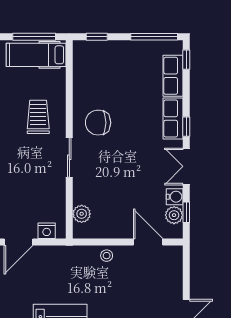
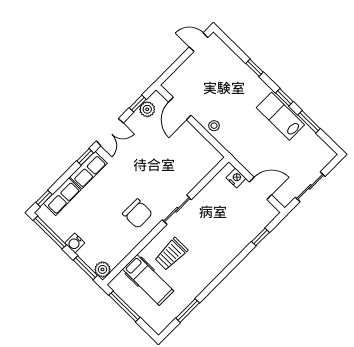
window: (97, 37) -> (85, 268), width x1.50
hospital bed: (36, 55) -> (148, 280), moved
water cooler: (175, 197) -> (75, 243), moved, turned -90
plant: (82, 214) -> (102, 269), moved

